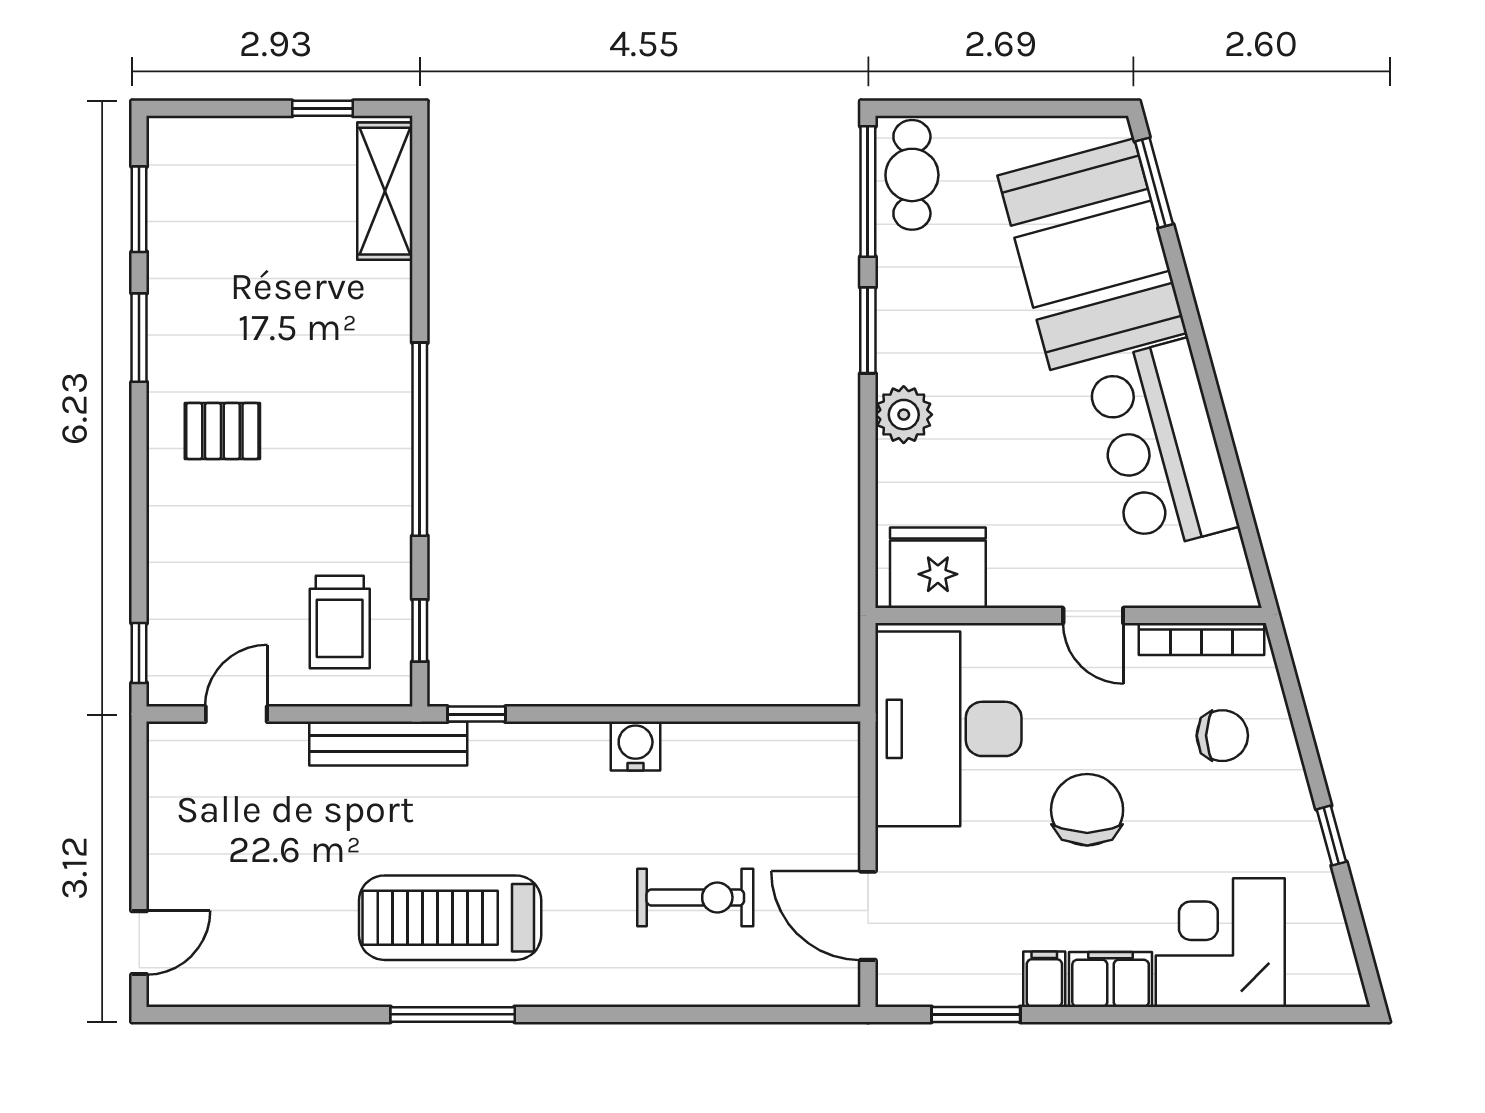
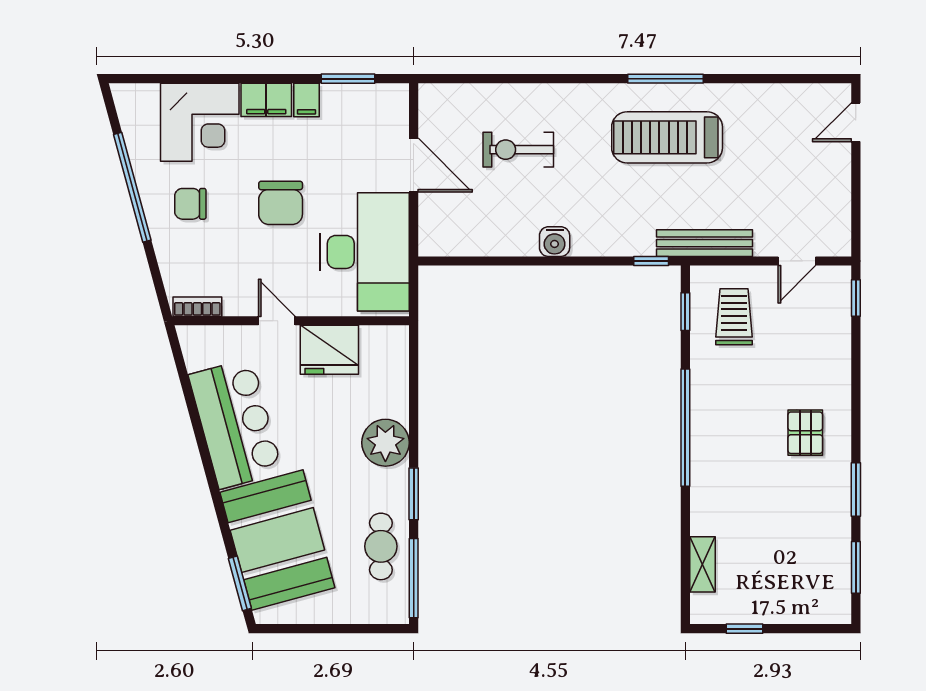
cafe table: (912, 175) -> (381, 546), moved
shelving: (385, 191) -> (702, 564), width x0.67, depth x0.75
plant: (904, 415) -> (385, 443), width x1.36, depth x1.36
pallet: (222, 431) -> (805, 433), turned 90
fridge: (938, 568) -> (329, 350), moved
bookcase: (1202, 639) -> (197, 307), width x0.64
chair: (1222, 736) -> (190, 204), moved
window: (1331, 836) -> (132, 187), width x3.17
door: (868, 916) -> (414, 165), moved
treadmill: (450, 918) -> (667, 137), turned 180

